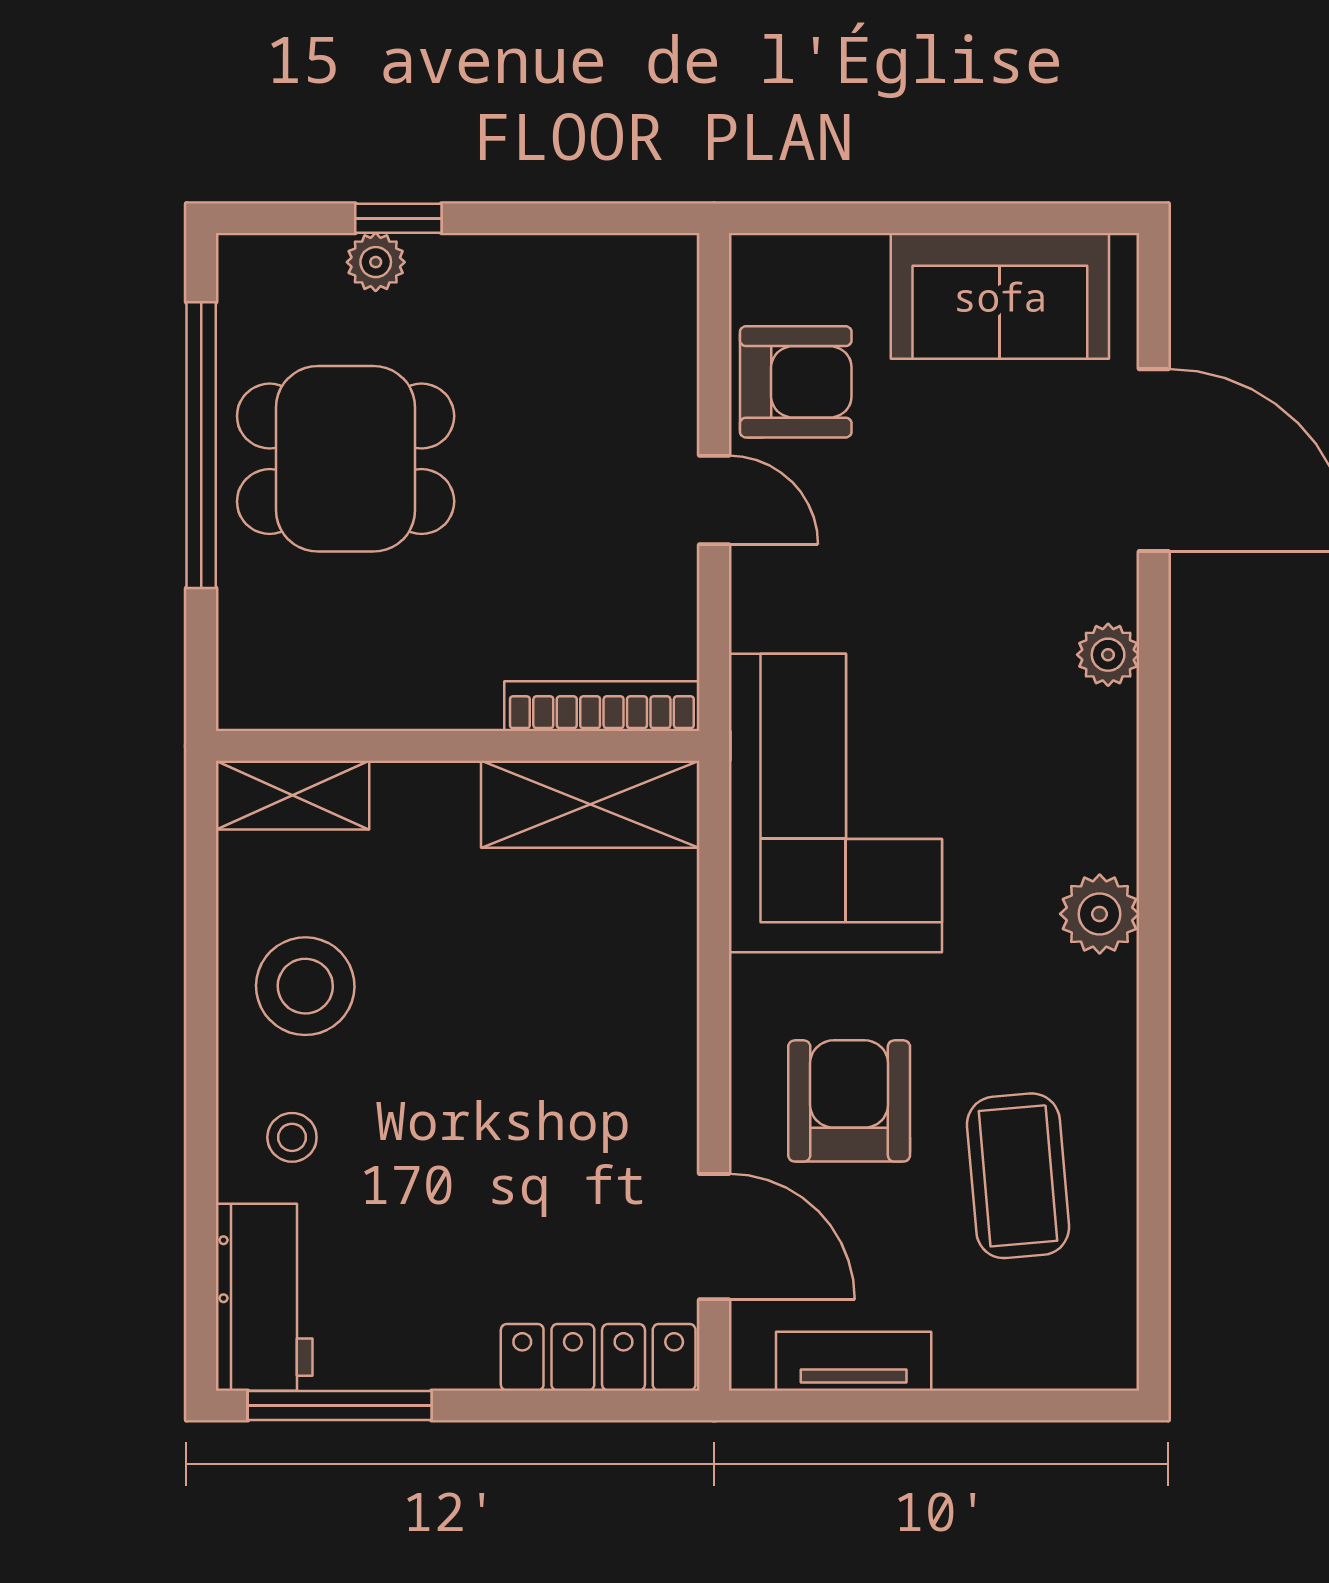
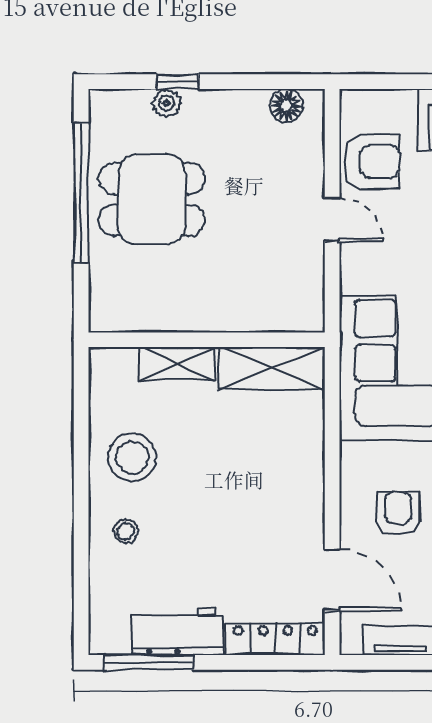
floor lamp: (620, 267) -> (286, 106), added
bookcase: (602, 706) -> (277, 320), removed
shelving: (292, 795) -> (178, 364), moved
armchair: (849, 1101) -> (398, 513), width x0.72, depth x0.72
workbench: (264, 1297) -> (177, 632), moved, turned -90

